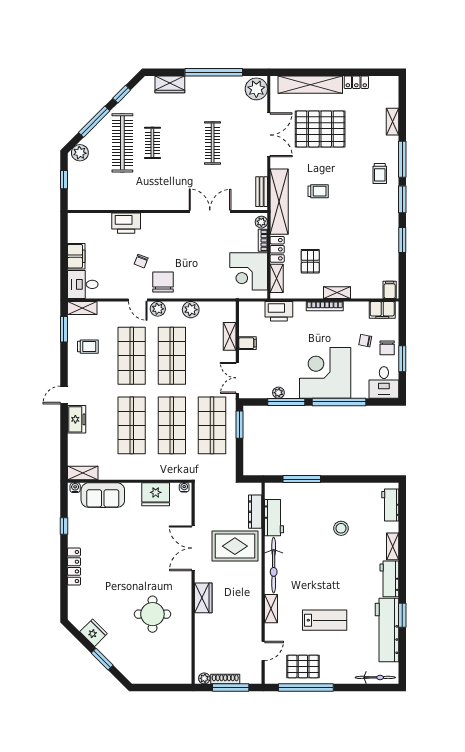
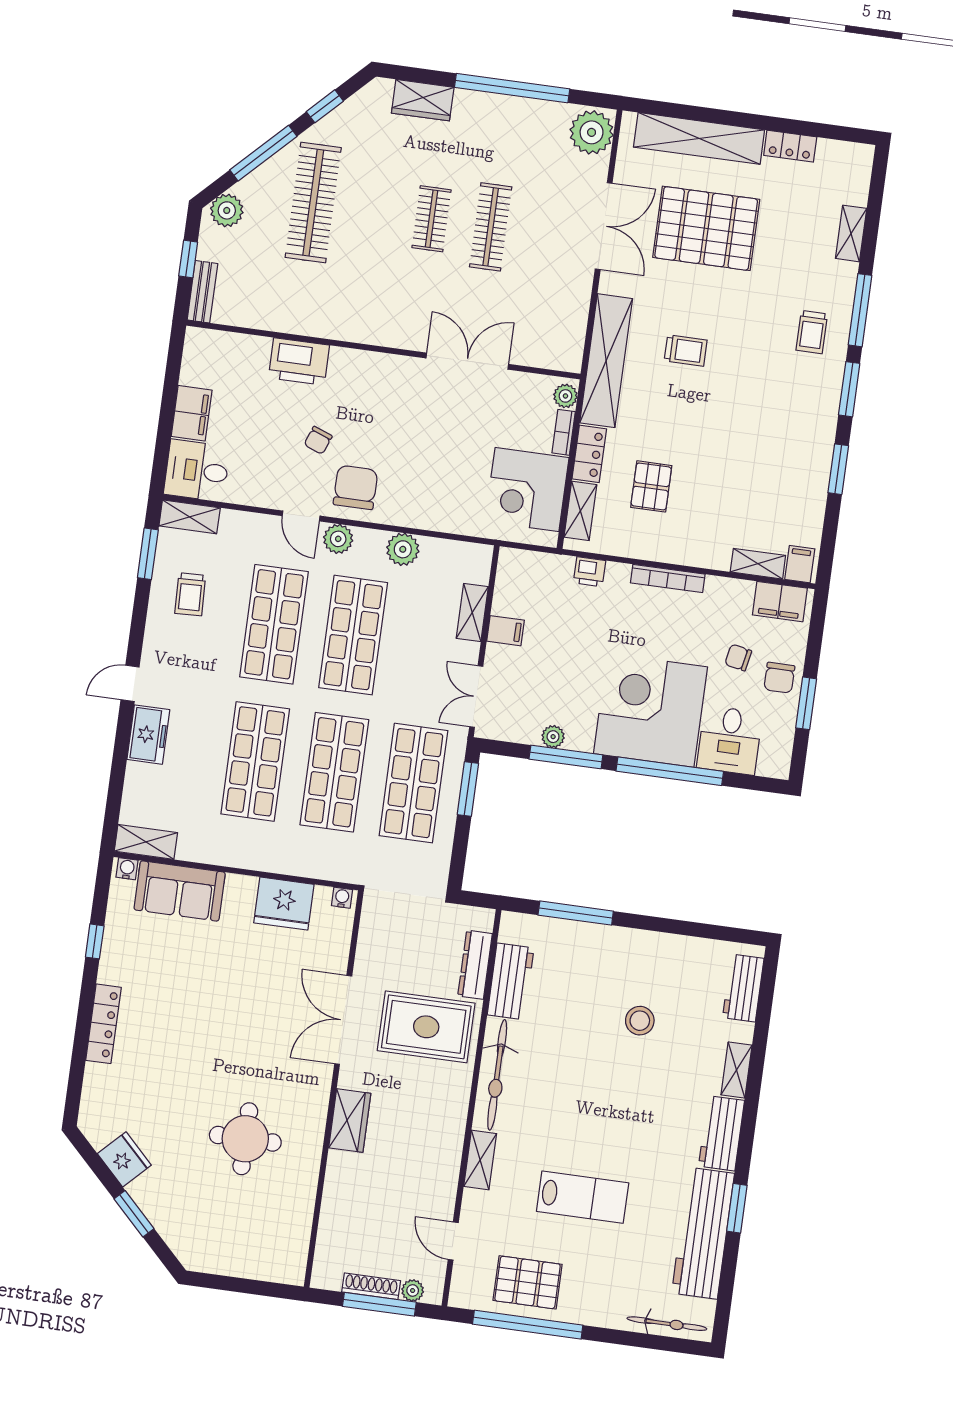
clothes rail: (152, 143) -> (431, 219), moved
bench: (262, 192) -> (202, 292), moved
shelving: (337, 293) -> (758, 564), moved
printer: (279, 311) -> (589, 572), width x0.53, depth x0.68
trolley: (88, 347) -> (190, 594), turned 88
desk: (384, 382) -> (729, 740), moved
door: (263, 651) -> (453, 1241), swing flipped
plant: (204, 678) -> (413, 1291), moved

